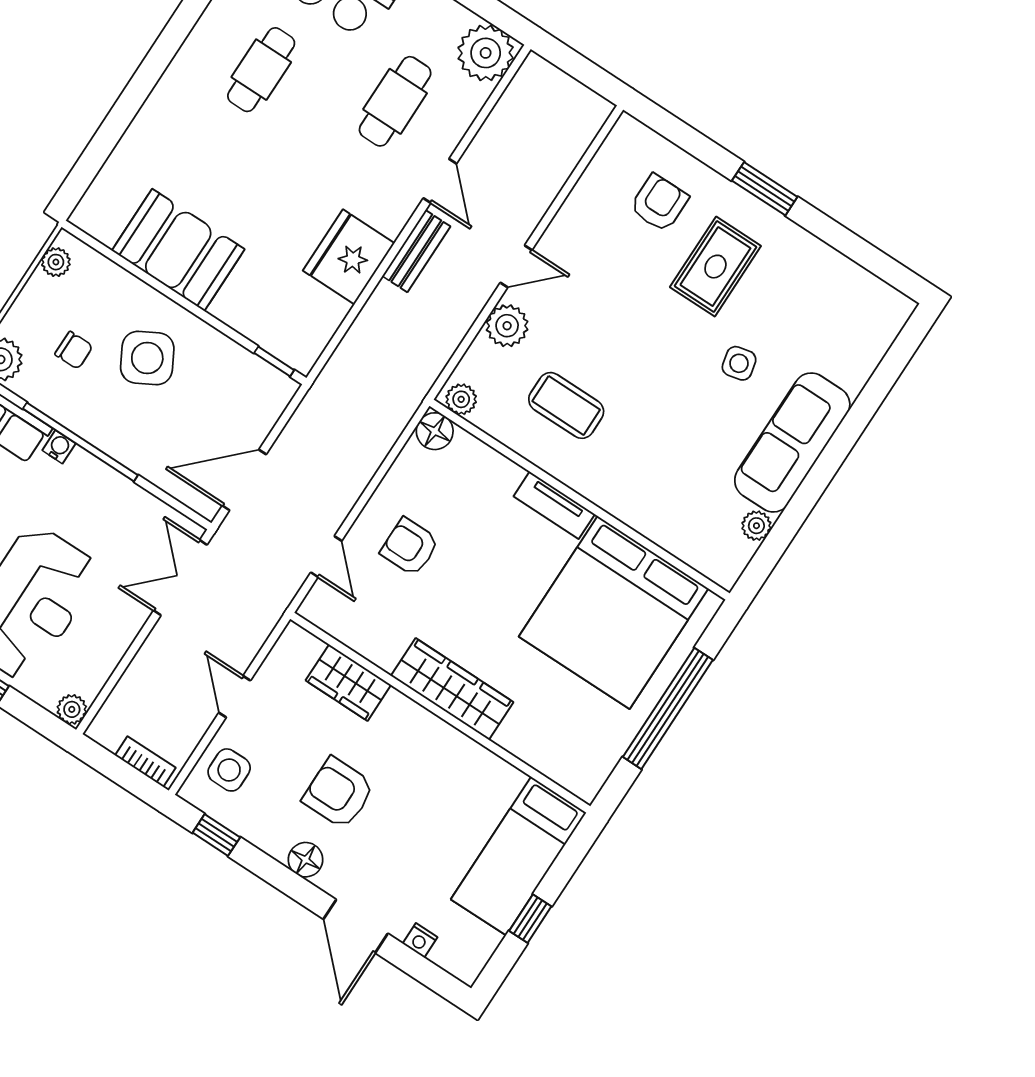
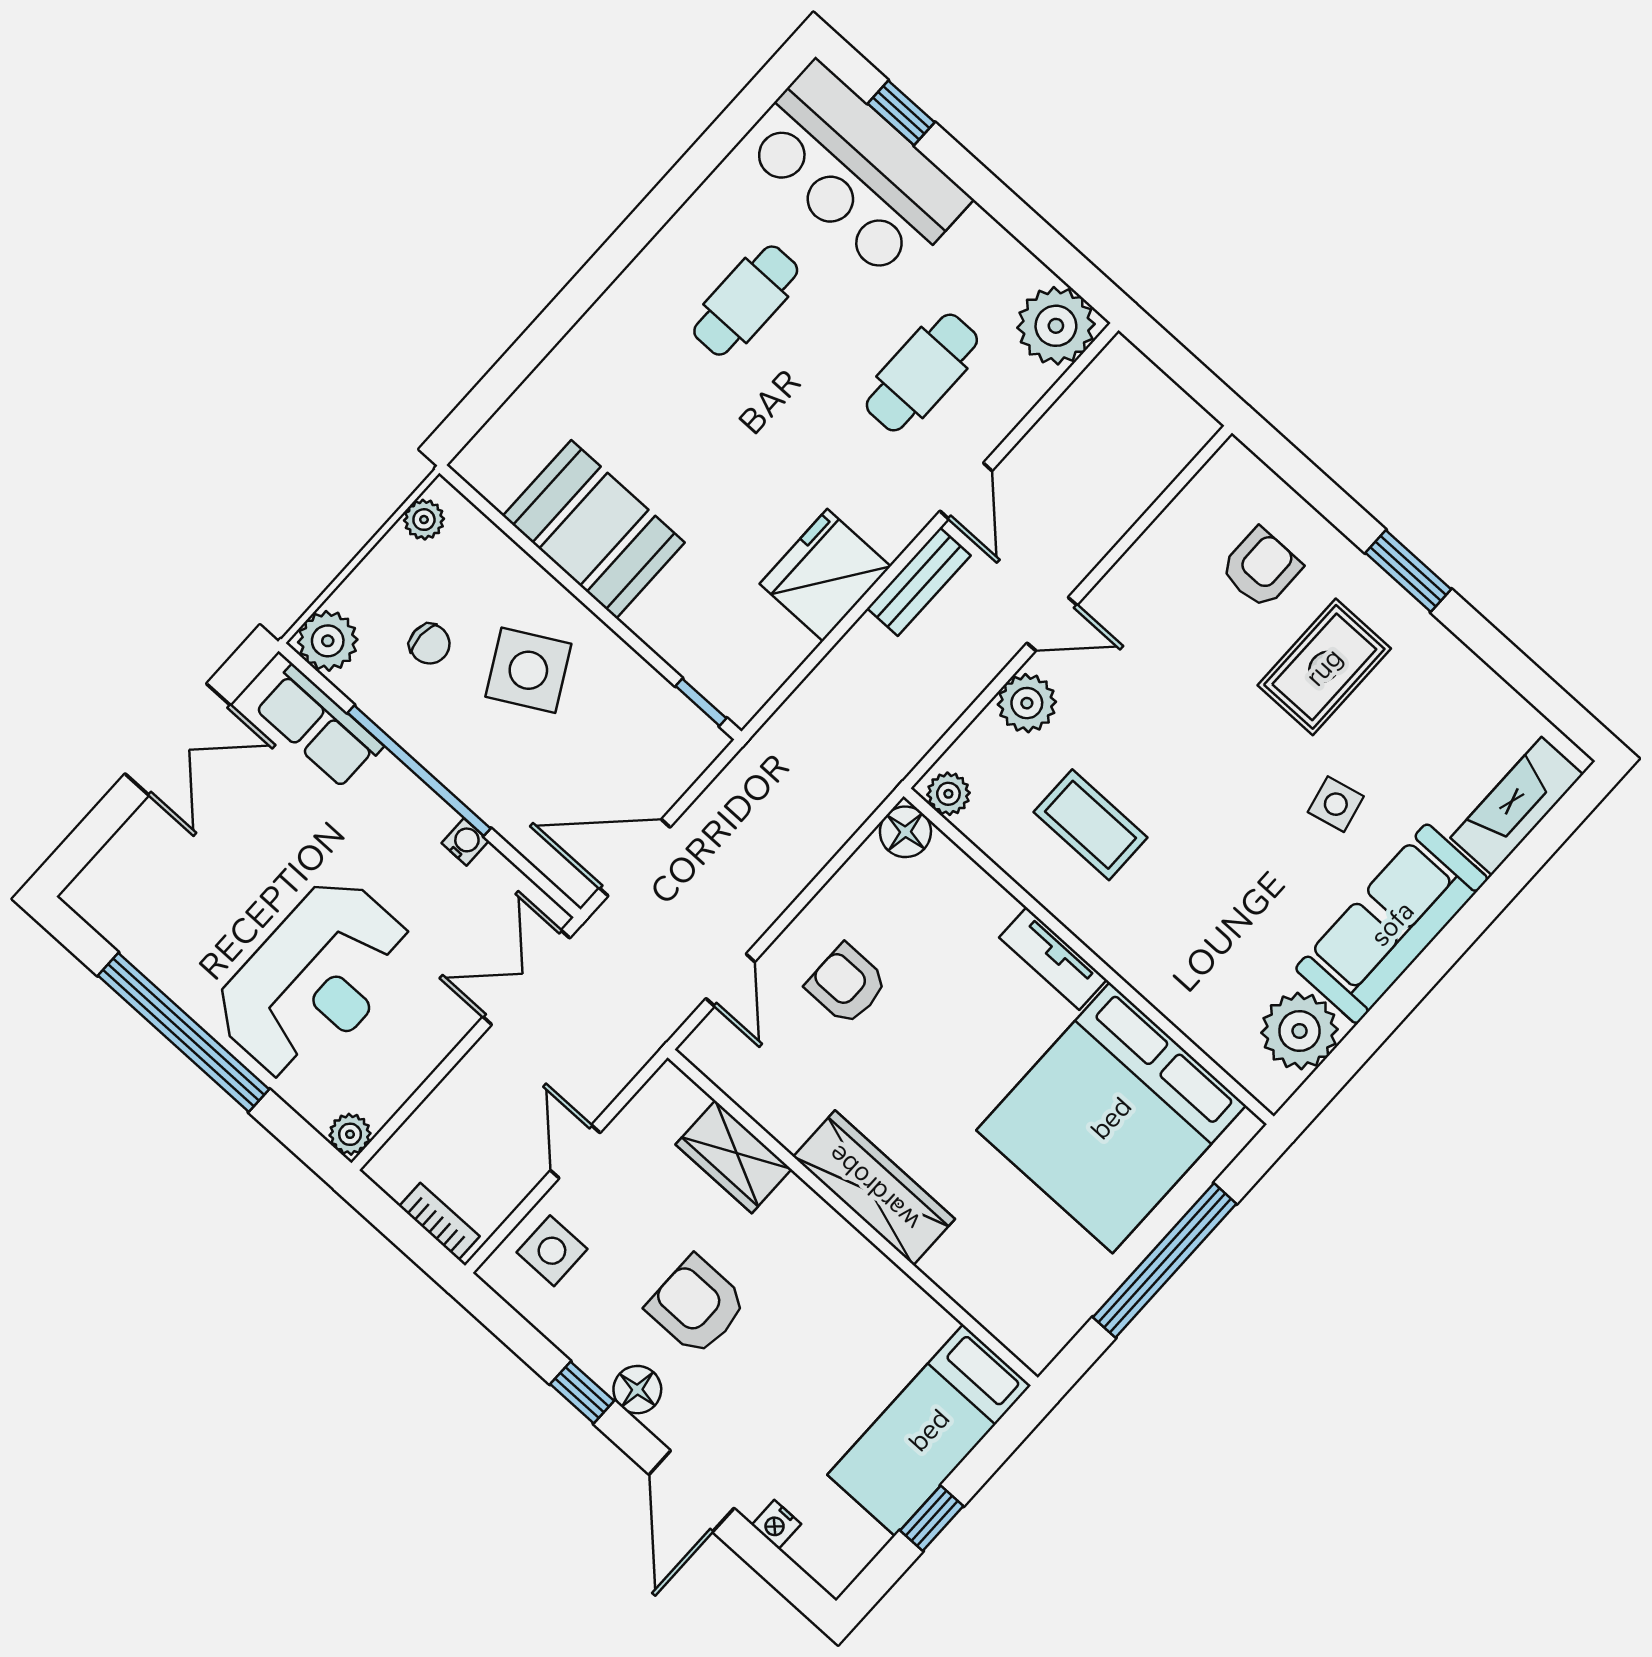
fireplace: (868, 344) -> (1517, 806), added
water cooler: (59, 447) -> (465, 842), moved
plant: (756, 526) -> (1300, 1031), width x1.88, depth x1.88
window: (216, 835) -> (582, 1392), moved

